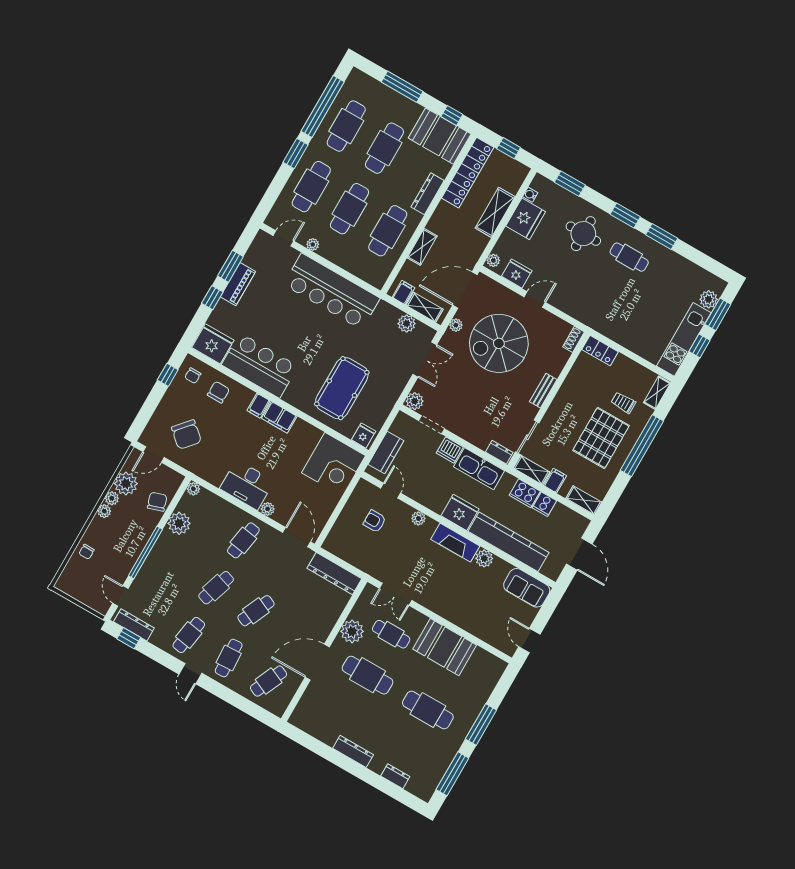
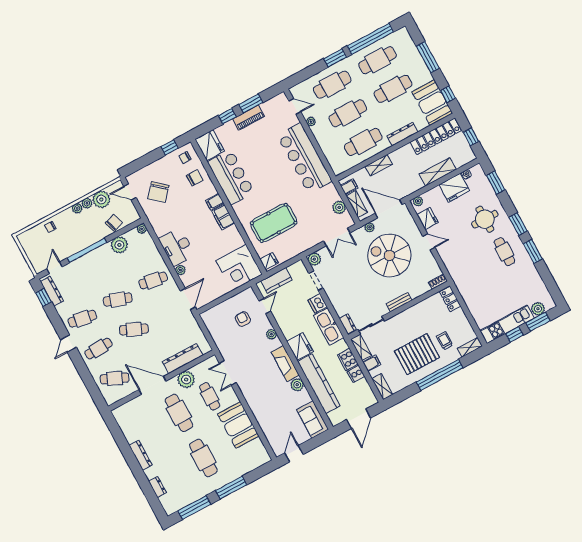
dresser: (334, 573) -> (183, 358), moved, turned 90

